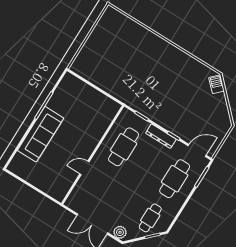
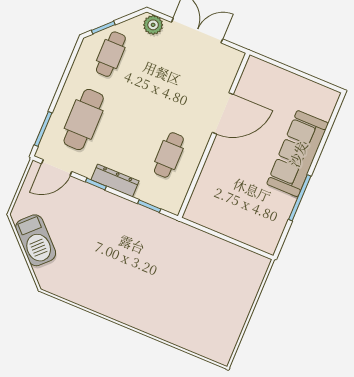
barbecue: (217, 84) -> (36, 240), moved, width x1.88, depth x1.53
cafe table: (124, 147) -> (169, 155), width x0.73, depth x0.74
door: (84, 168) -> (223, 113), width x1.88

